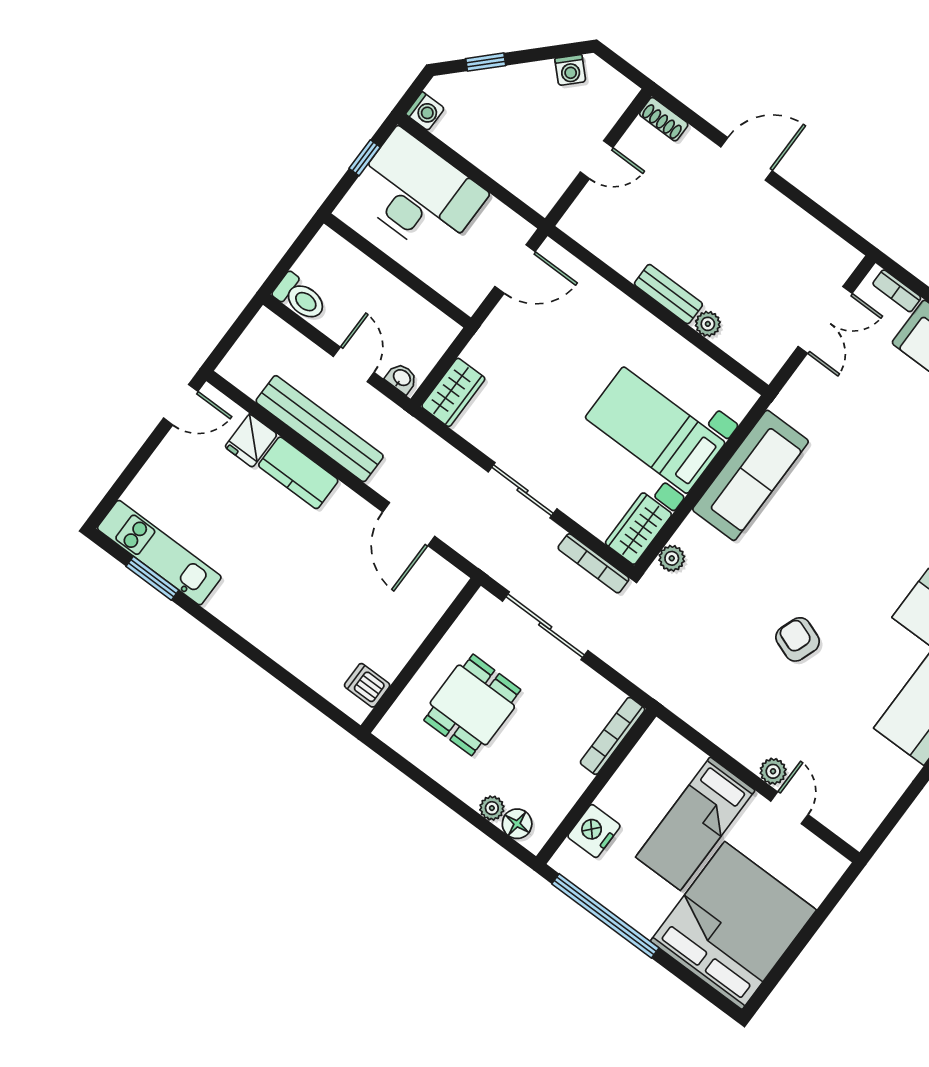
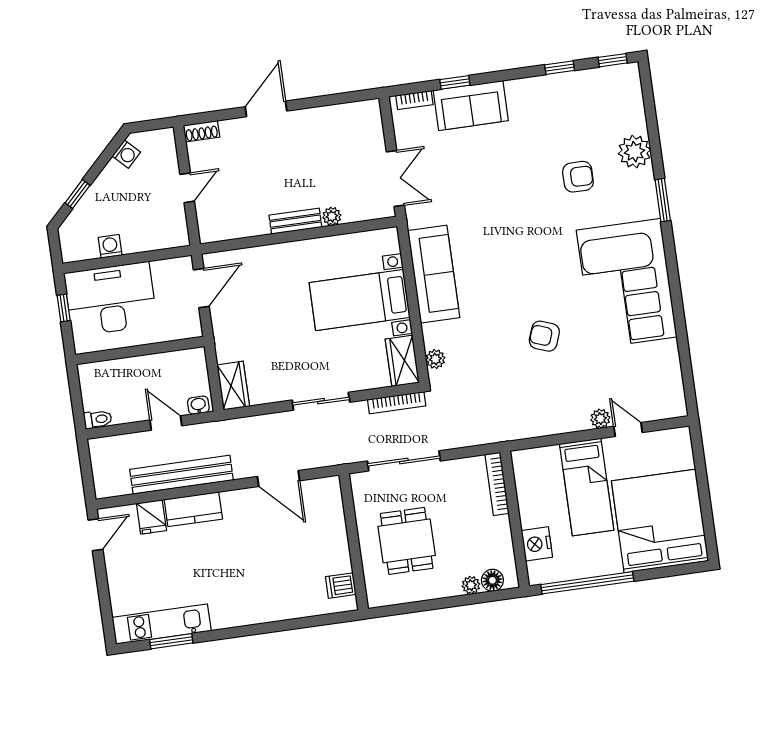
washing machine: (425, 111) -> (110, 246), moved, turned -90
toilet: (300, 297) -> (98, 419), width x0.73, depth x0.72
double door: (825, 320) -> (395, 179), moved

